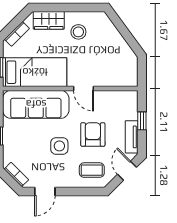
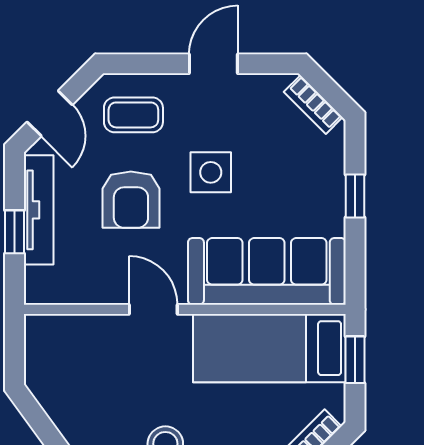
tv unit: (132, 137) -> (39, 210), width x1.41
door: (45, 192) -> (213, 64), moved

